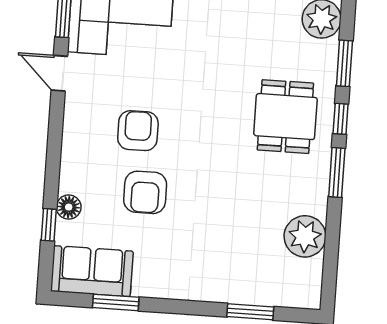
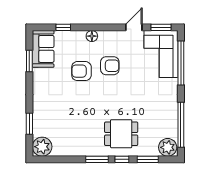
floor lamp: (69, 207) -> (92, 36), moved
plant: (305, 236) -> (42, 147), moved

